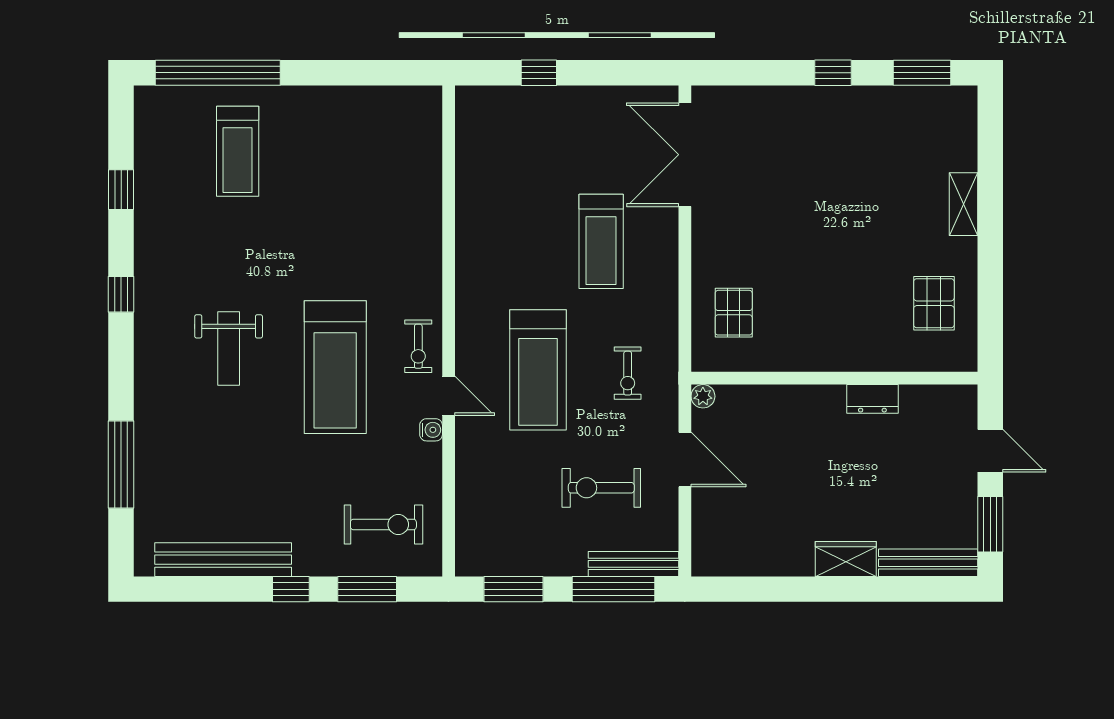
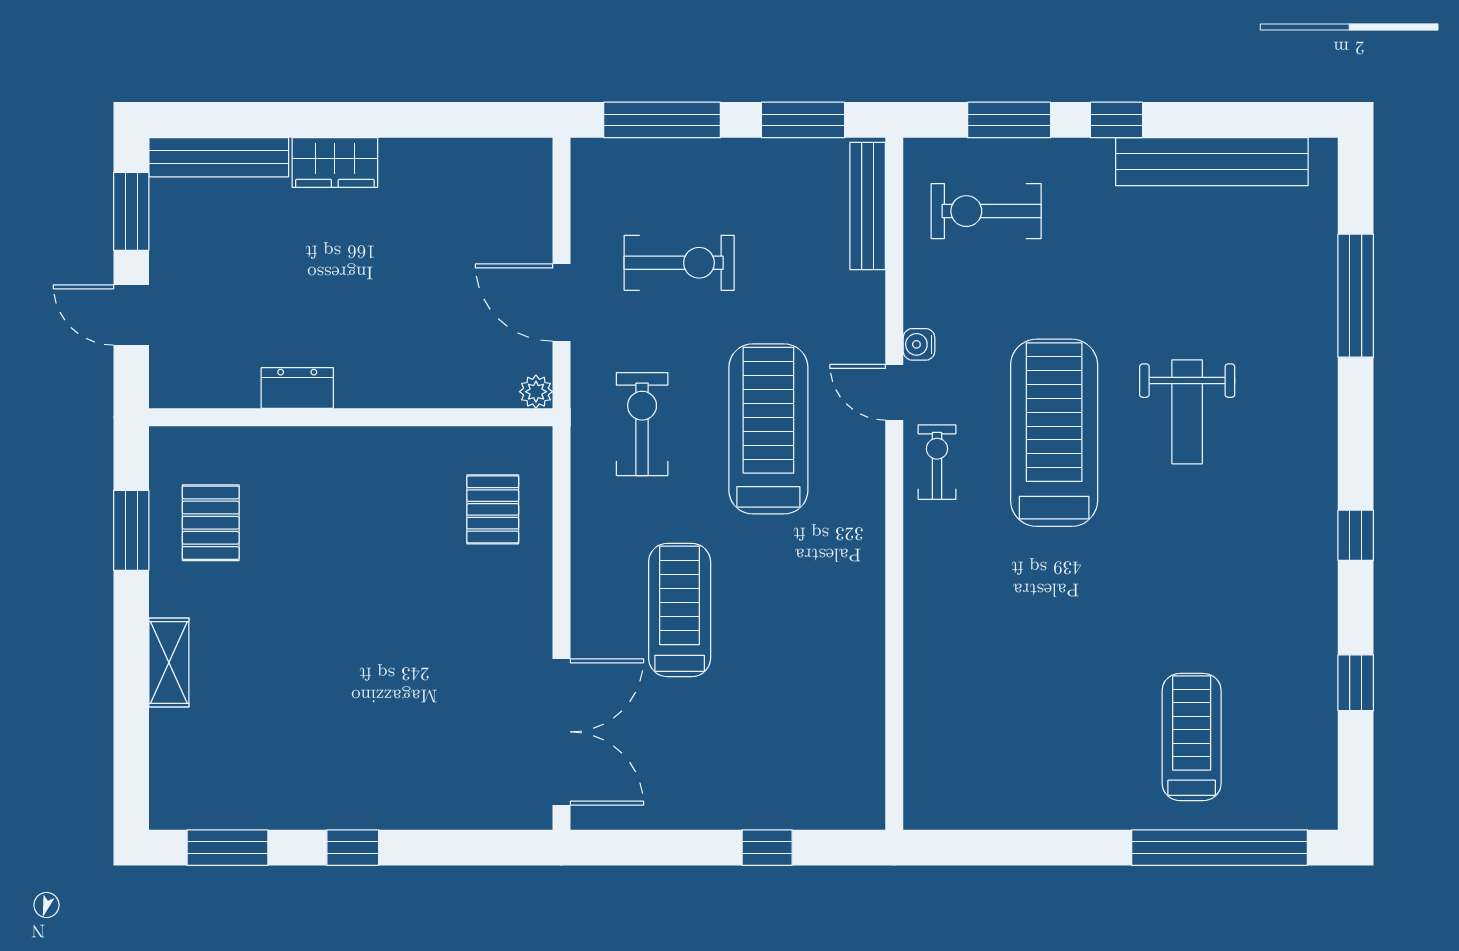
window: (990, 298) -> (131, 530), added
weight bench: (229, 349) -> (1187, 412), moved, turned 180
exercise bike: (628, 373) -> (642, 424), width x1.38, depth x1.39
bench: (633, 564) -> (868, 206), moved, turned 90

